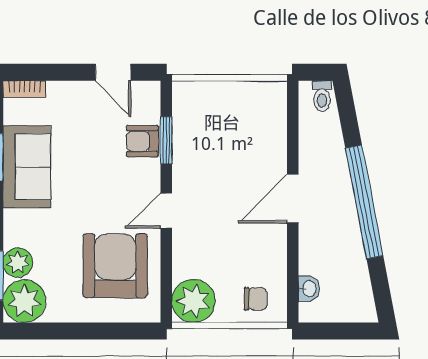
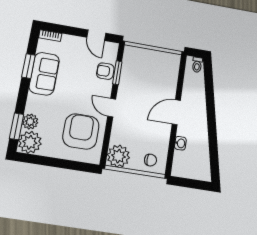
window: (364, 202) -> (211, 120), removed
door: (166, 211) -> (112, 108), hinge flipped
washbasin: (309, 289) -> (180, 143), moved

